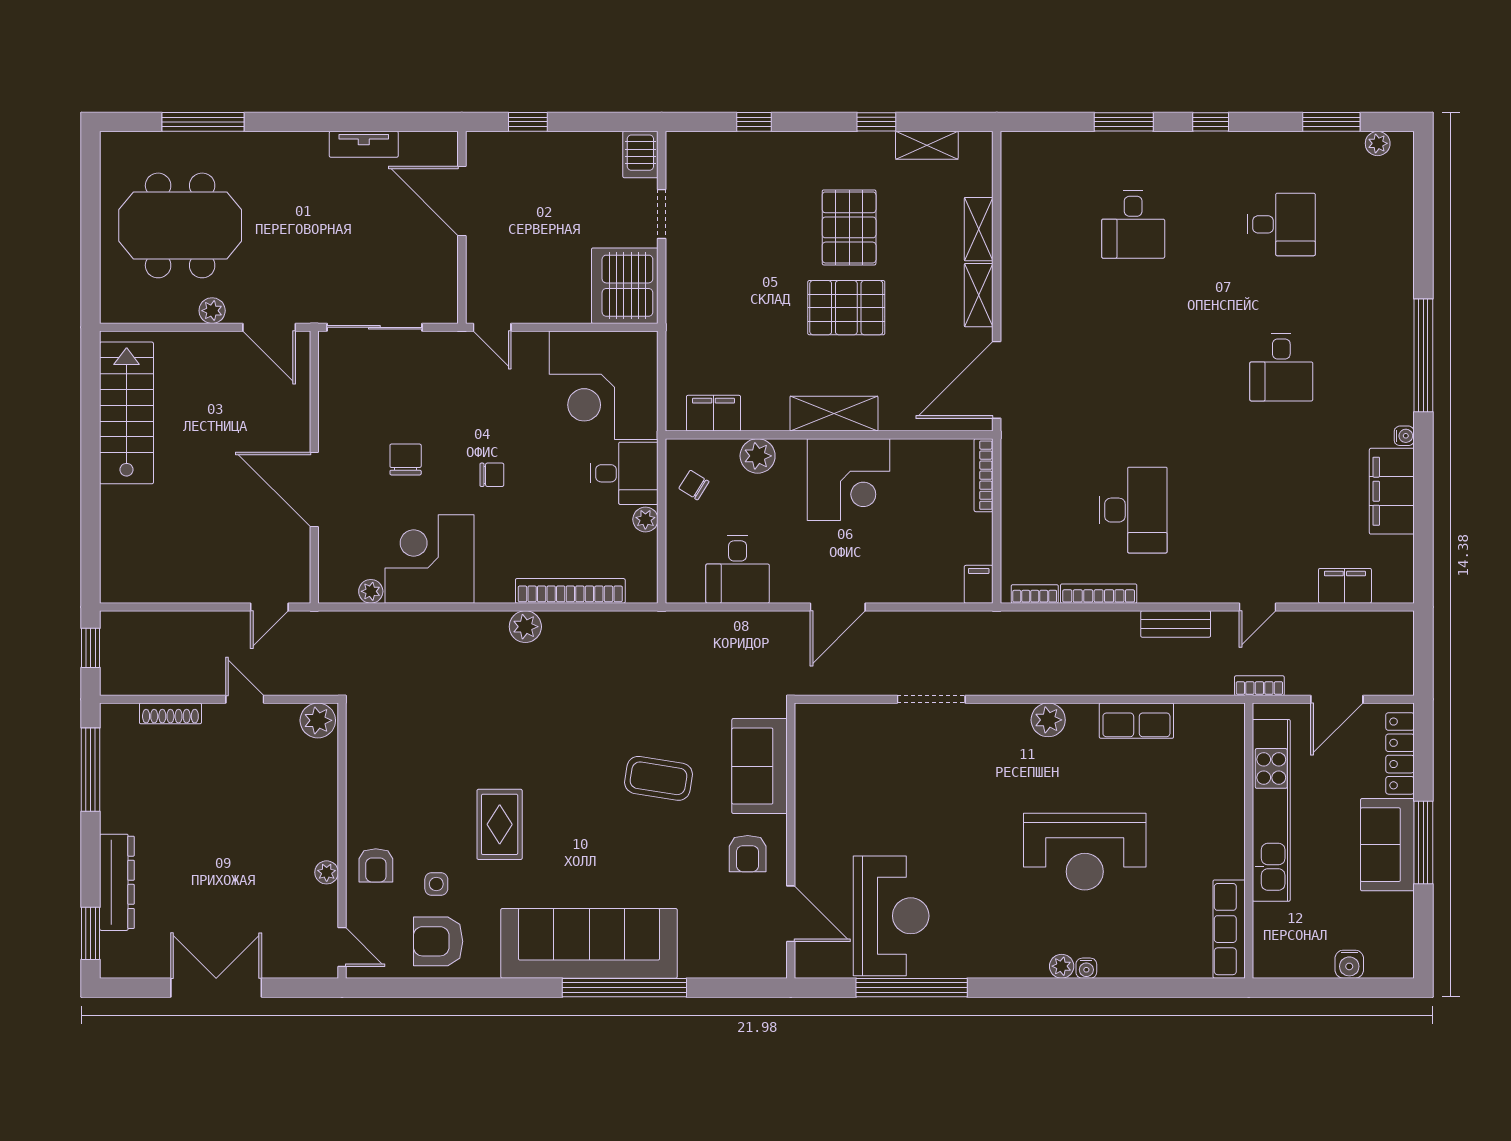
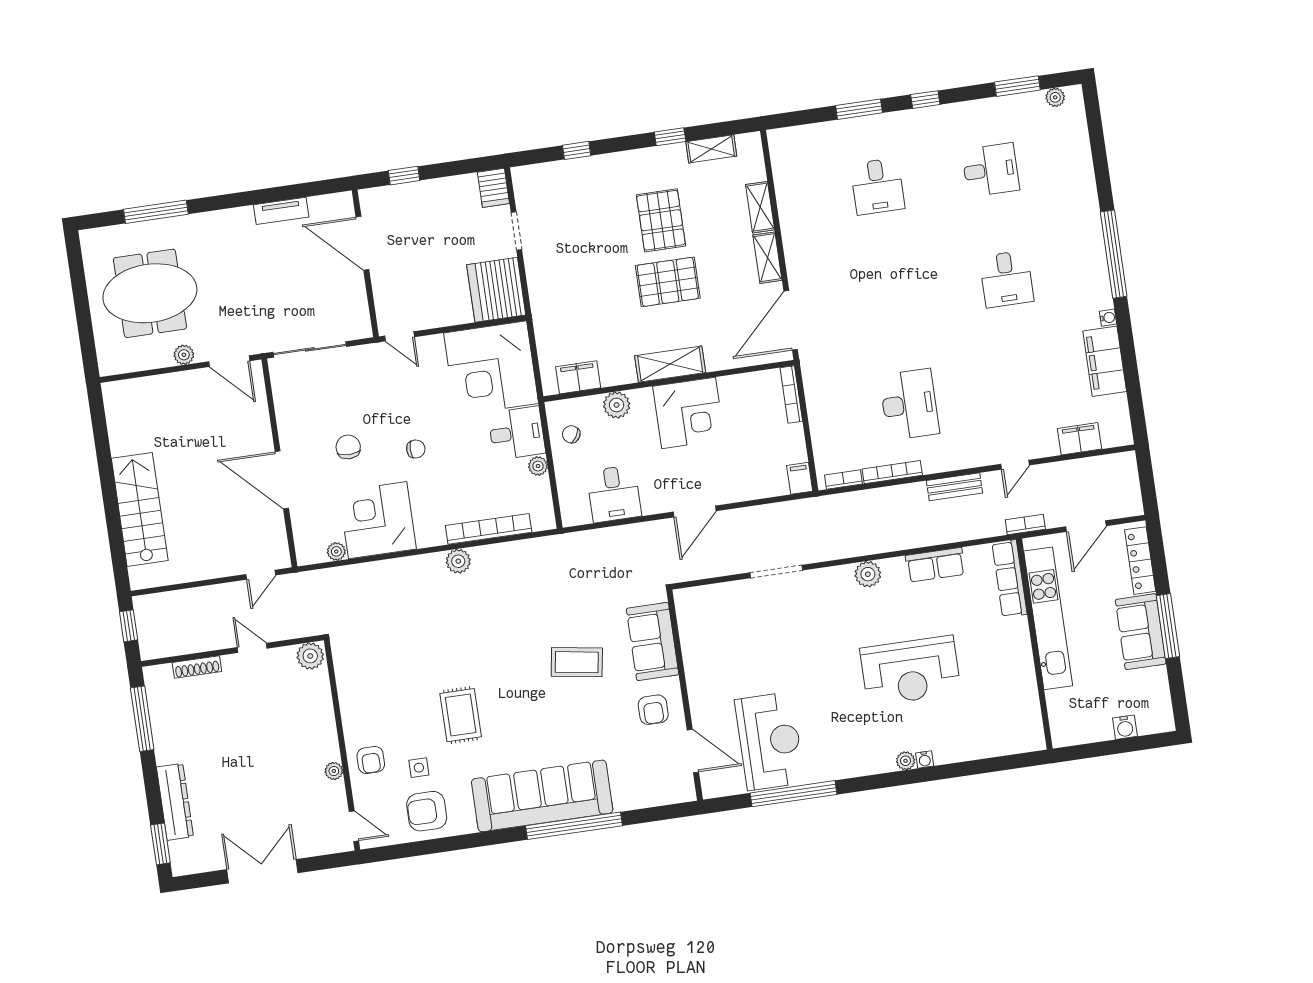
stairs: (127, 413) -> (140, 509), moved
row of seats: (1229, 929) -> (1010, 579), moved

